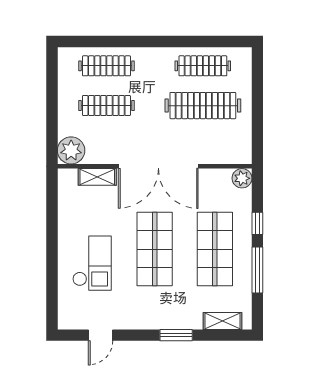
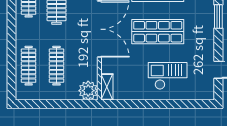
shelving: (97, 177) -> (107, 87), moved

